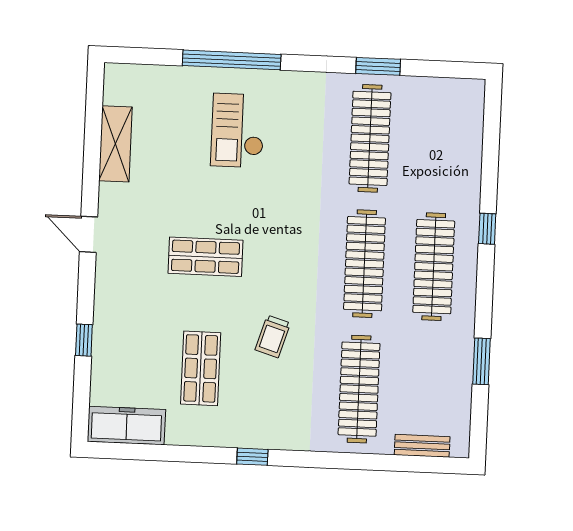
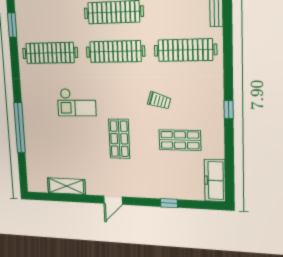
window: (378, 66) -> (12, 25), moved
checkout: (238, 130) -> (77, 102), moved

